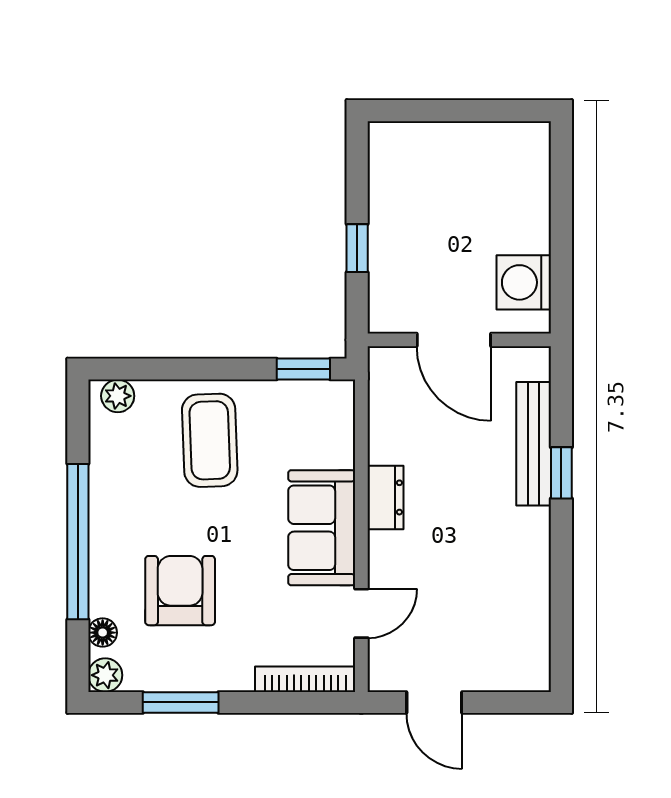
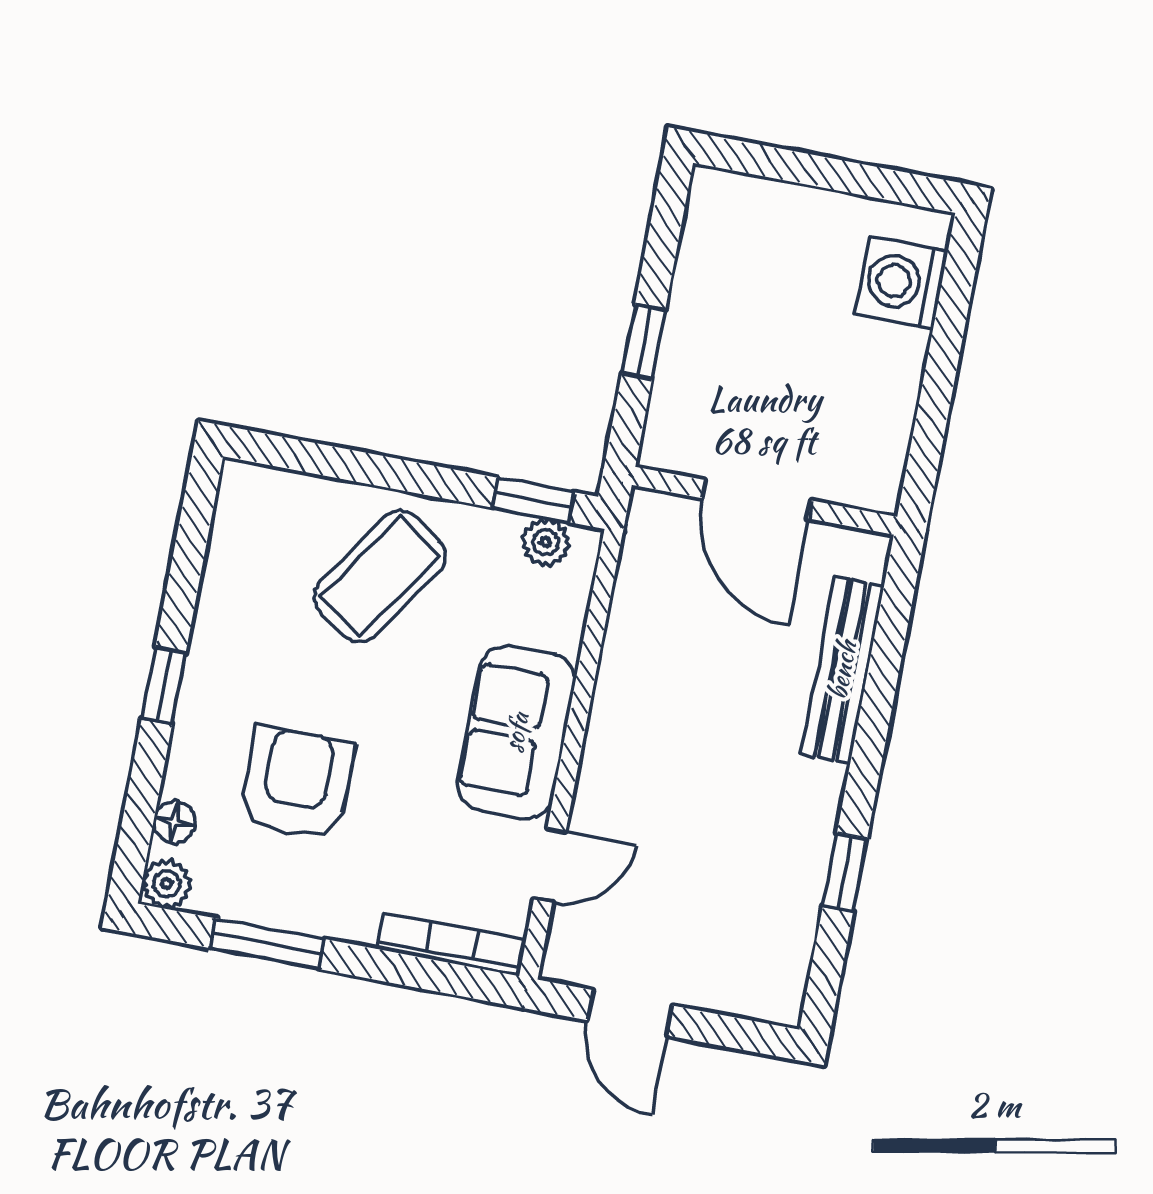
washing machine: (524, 282) -> (902, 283), moved
plant: (118, 396) -> (546, 542), moved
coffee table: (210, 440) -> (380, 576), turned 36
window: (561, 473) -> (845, 872), moved
dresser: (385, 497) -> (616, 706), removed
window: (78, 542) -> (164, 685), width x0.32

